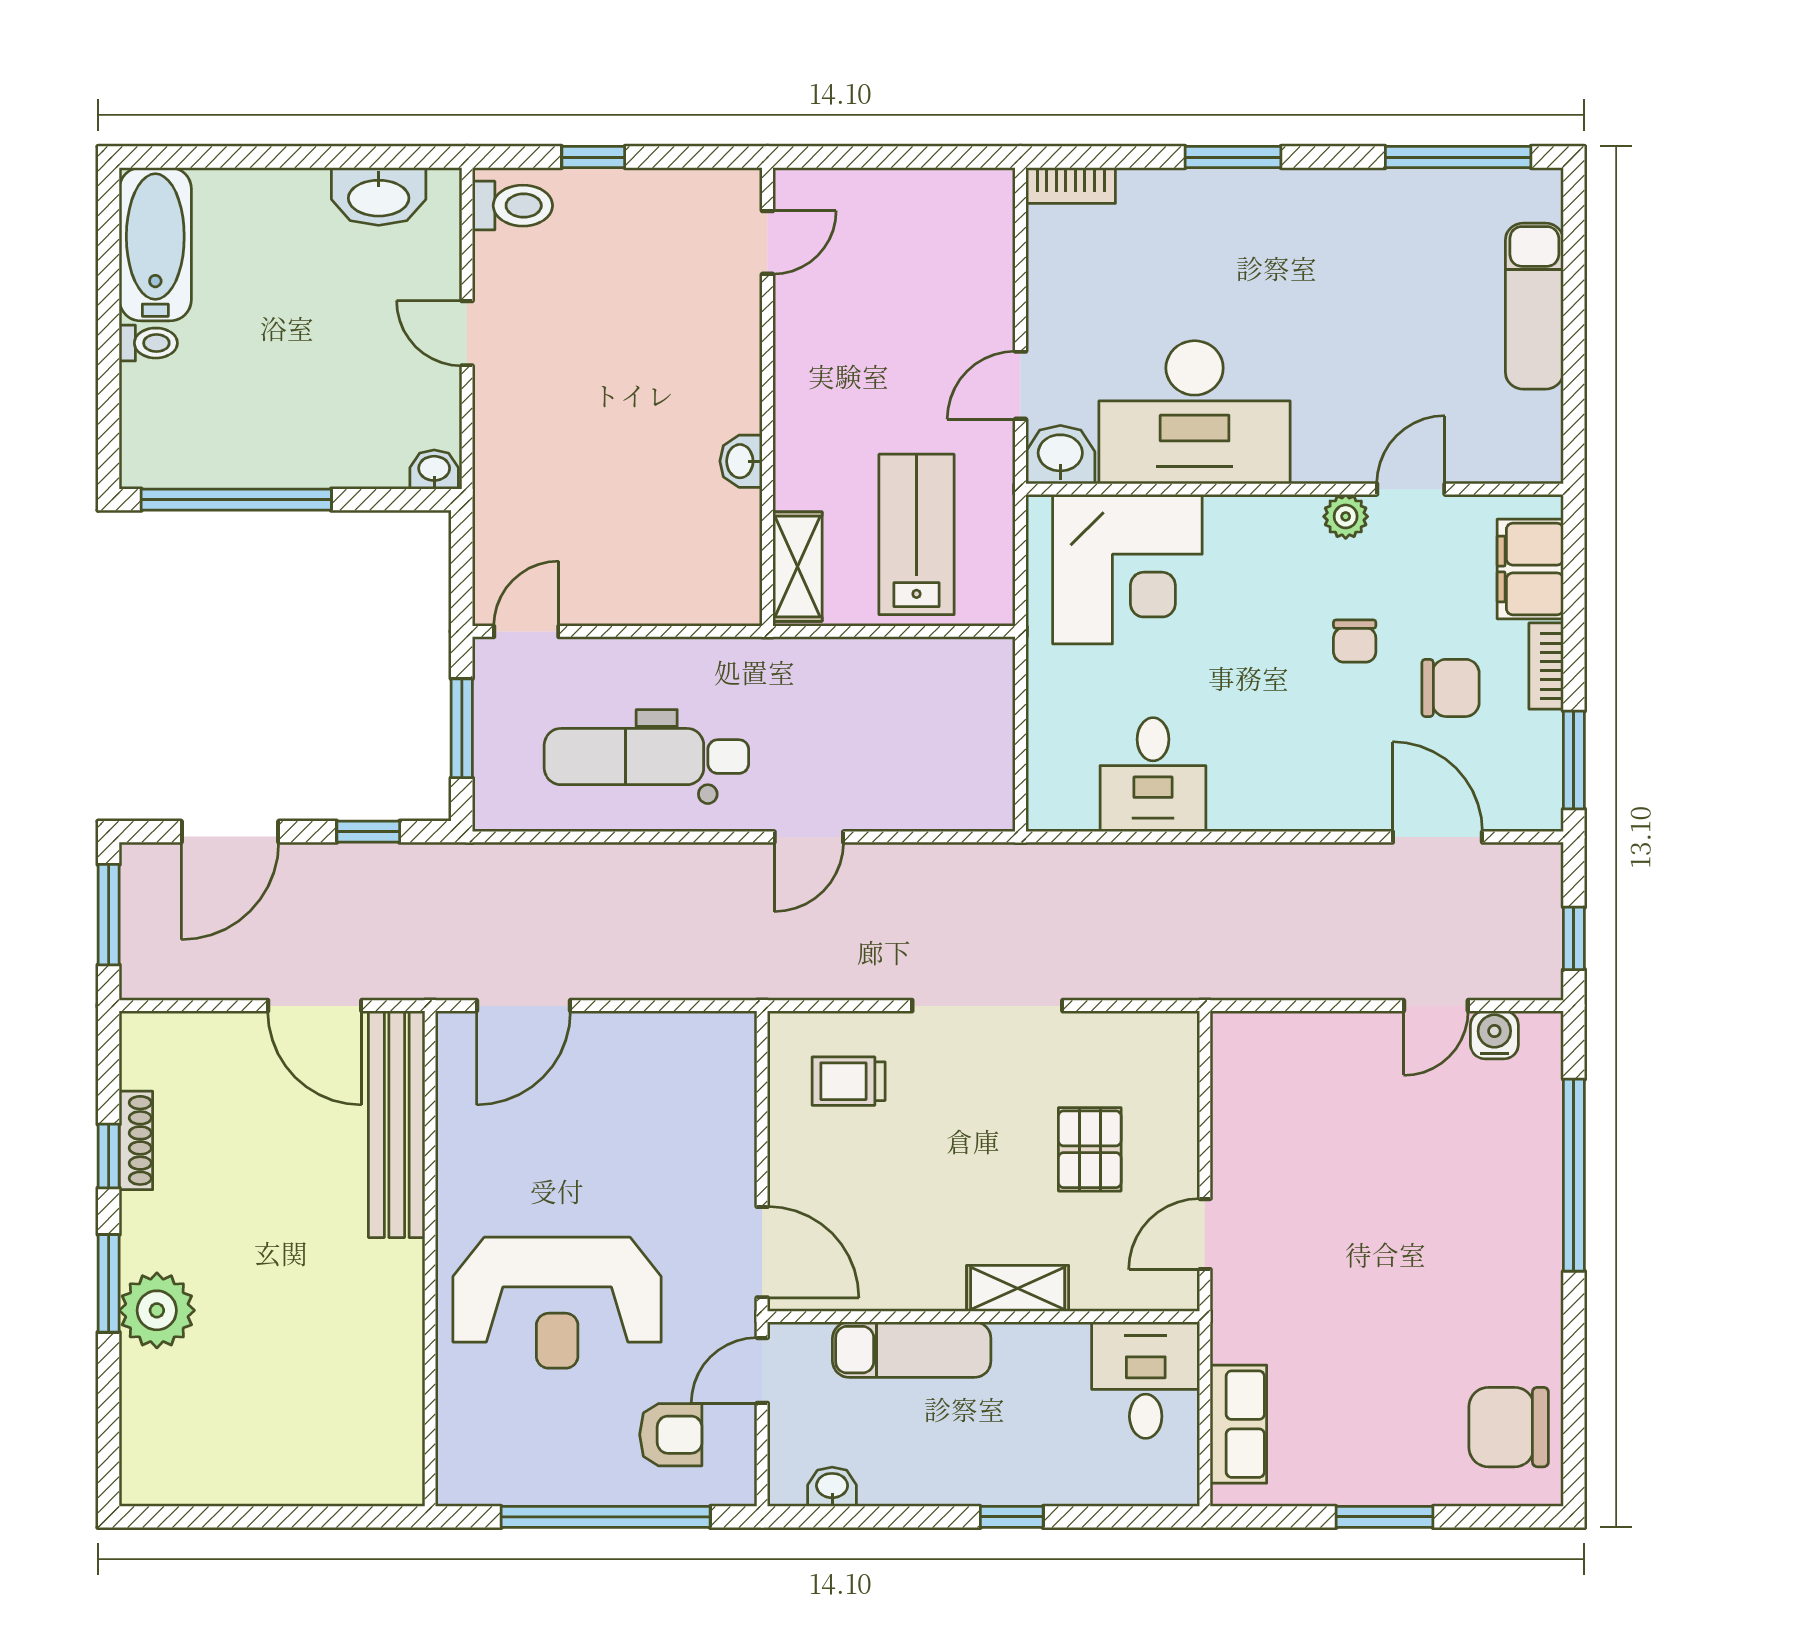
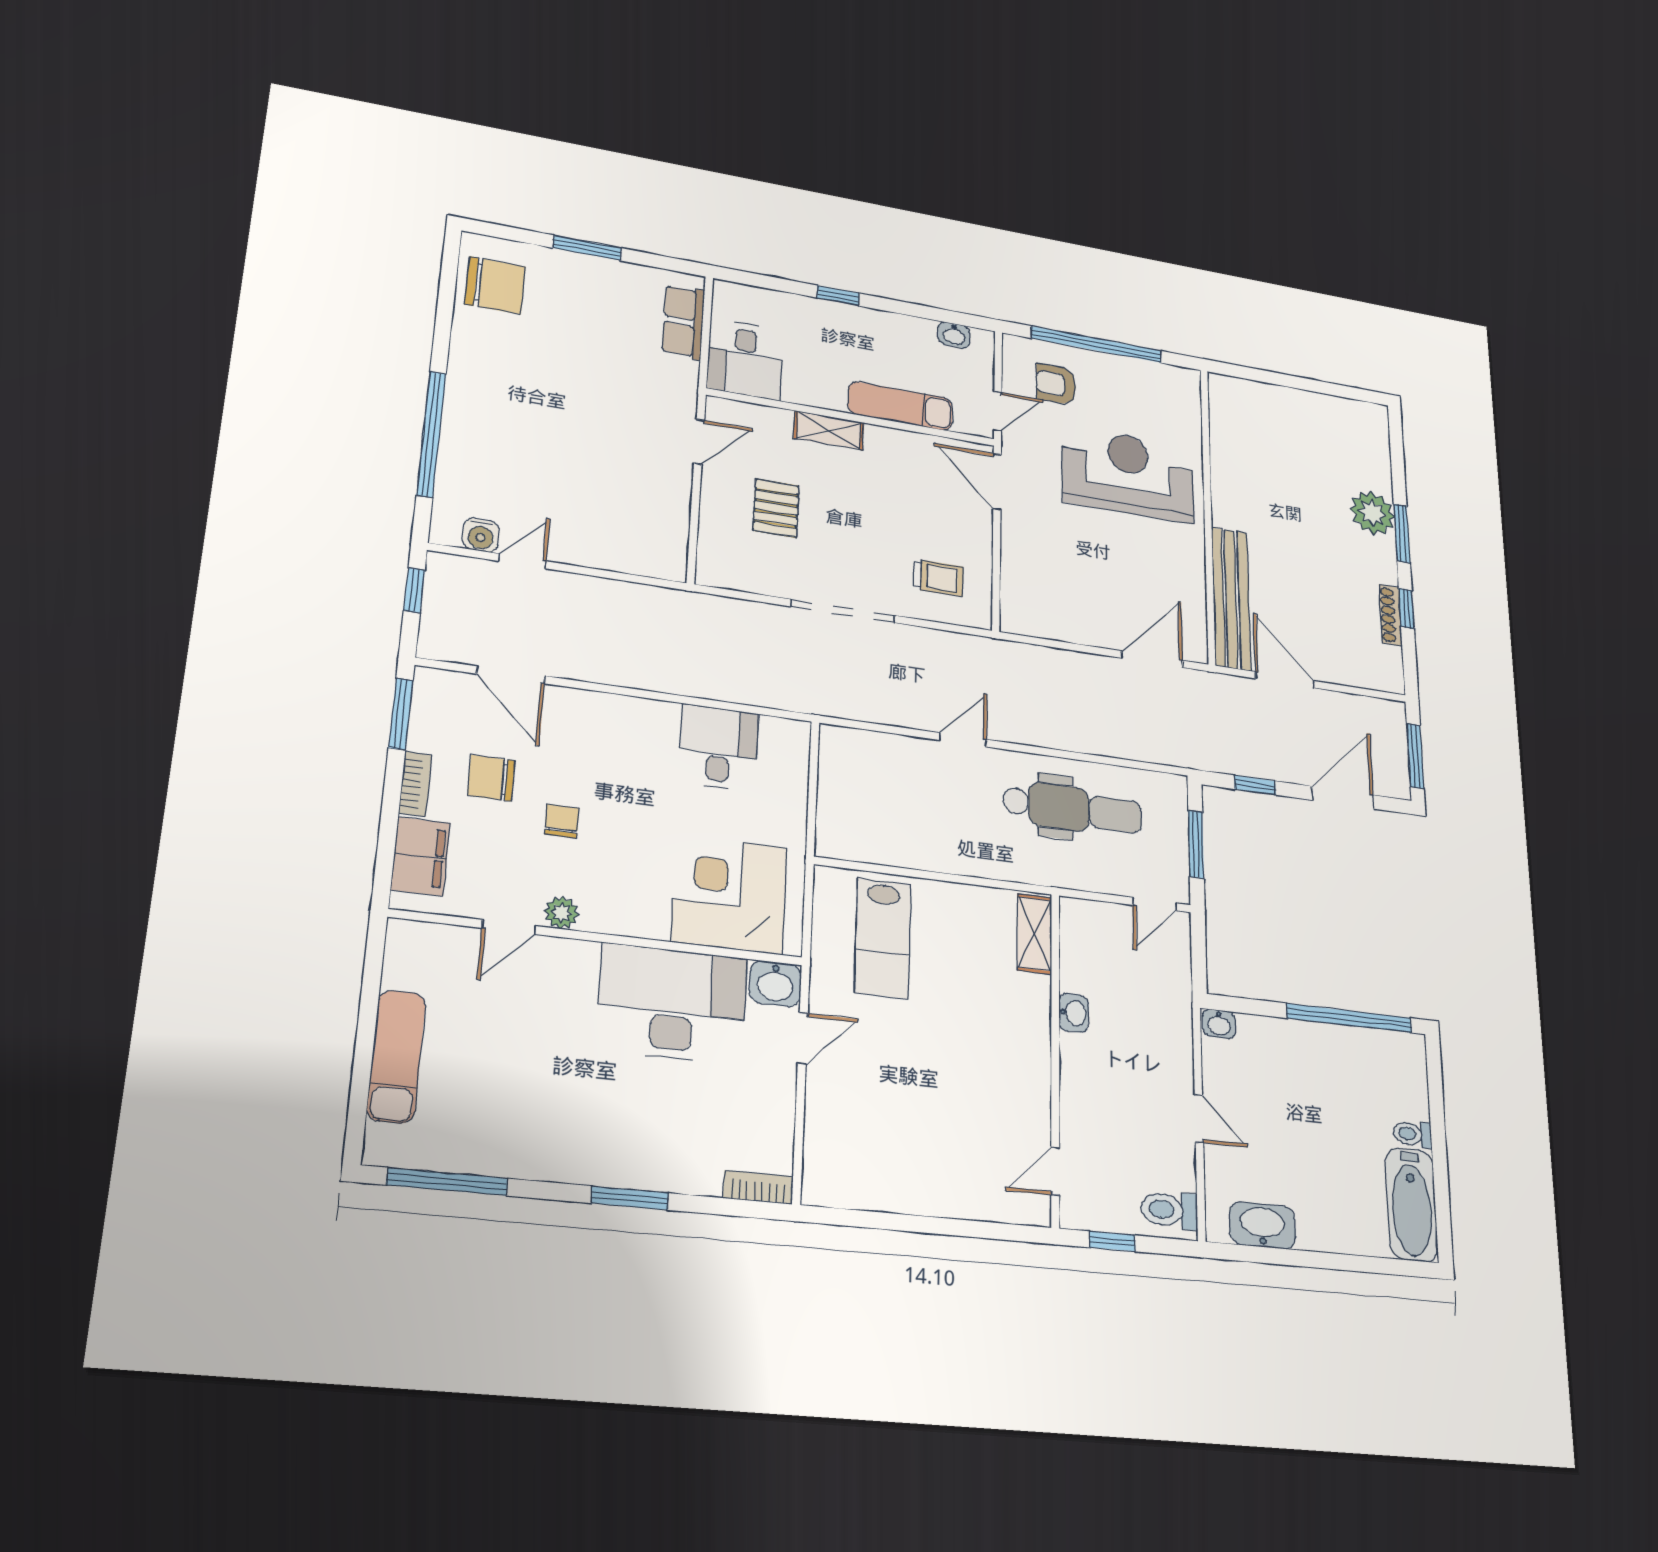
door: (767, 242) -> (1055, 1171), moved
wall: (767, 397) -> (1055, 1057), moved
washbasin: (741, 461) -> (1074, 1013), moved
shelving: (797, 567) -> (1034, 934), moved

